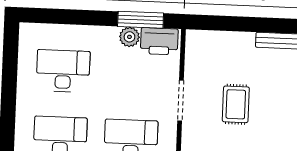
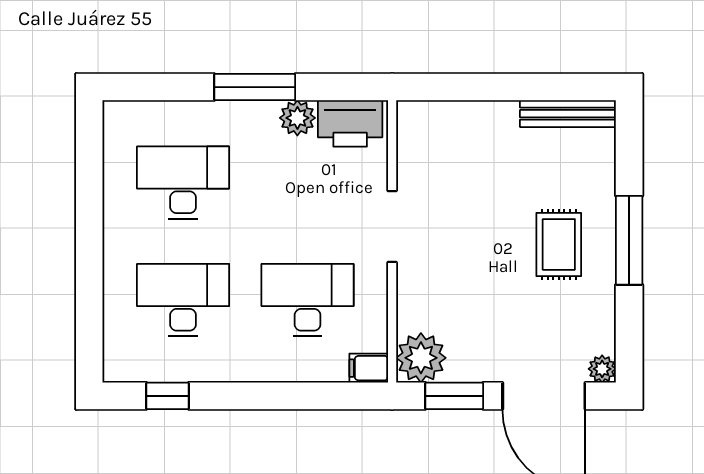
window: (141, 20) -> (255, 87), moved
rug: (236, 104) -> (559, 244), moved

